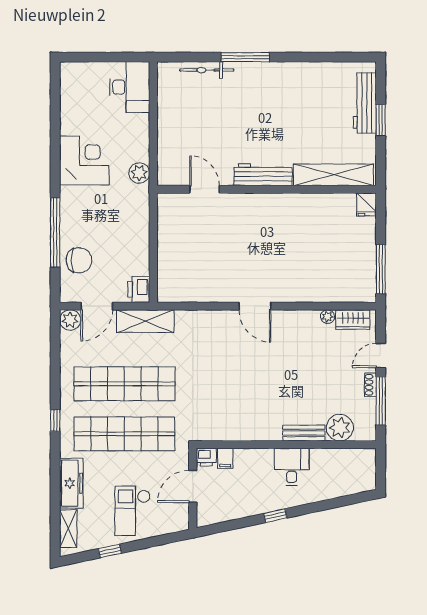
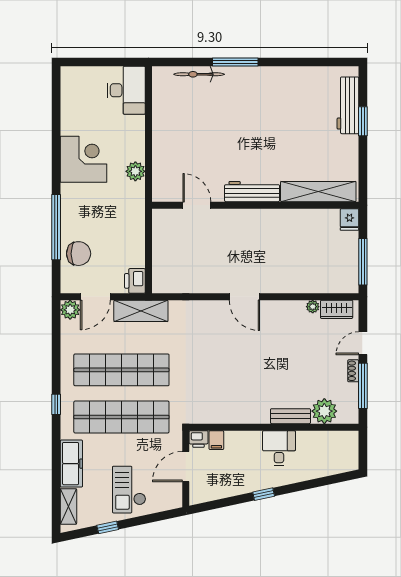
workbench: (263, 175) -> (252, 192), moved
shelving: (333, 175) -> (318, 192), moved
door: (205, 189) -> (197, 205), moved
wall: (267, 189) -> (255, 205), moved
fridge: (366, 204) -> (349, 220), moved

